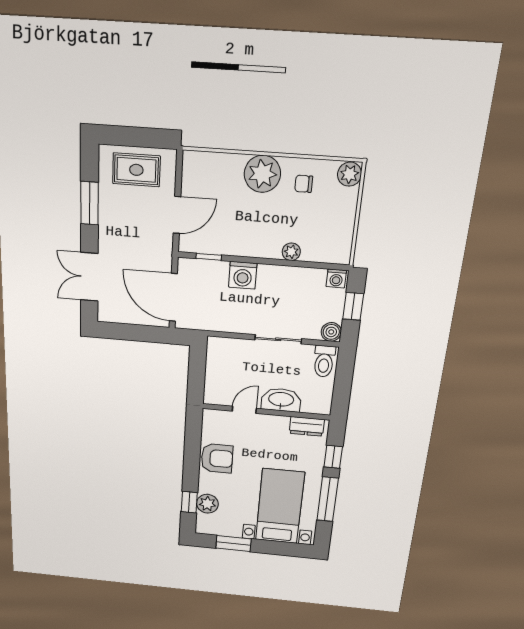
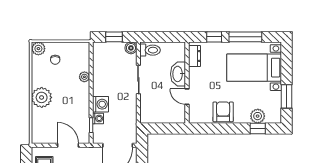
chair: (304, 184) -> (55, 60), moved
washing machine: (336, 278) -> (98, 118), moved

